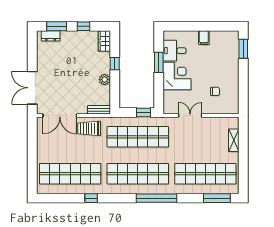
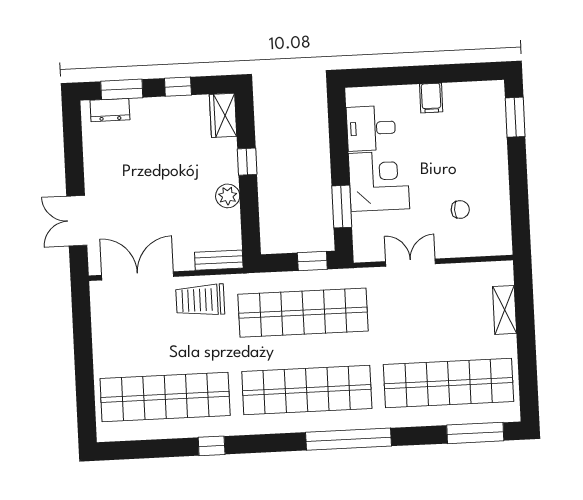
window: (159, 62) -> (342, 207), moved
double door: (32, 88) -> (77, 221), width x0.73
double door: (60, 115) -> (138, 276), swing flipped

